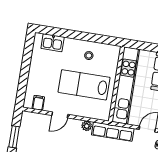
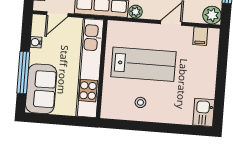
kitchen sink: (53, 43) -> (204, 112), moved, turned -90
plant: (28, 118) -> (212, 15), added

